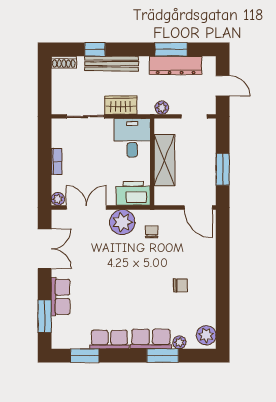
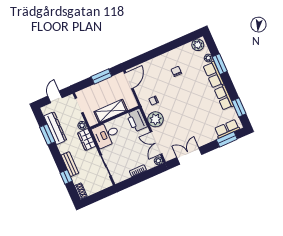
bench: (112, 64) -> (70, 164), width x0.73
wardrobe: (121, 105) -> (87, 139), moved
row of seats: (61, 297) -> (227, 129), moved

